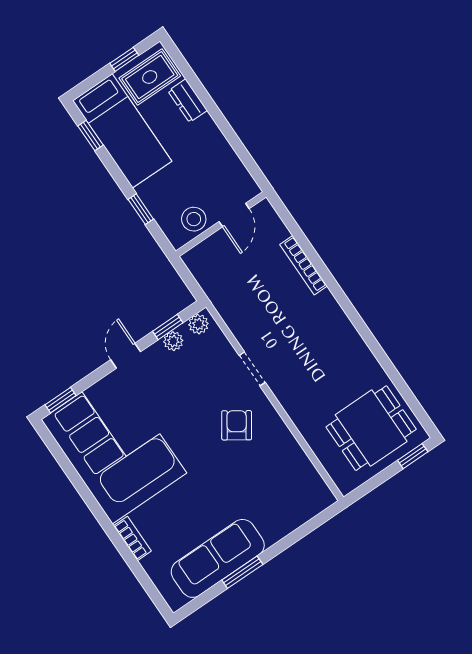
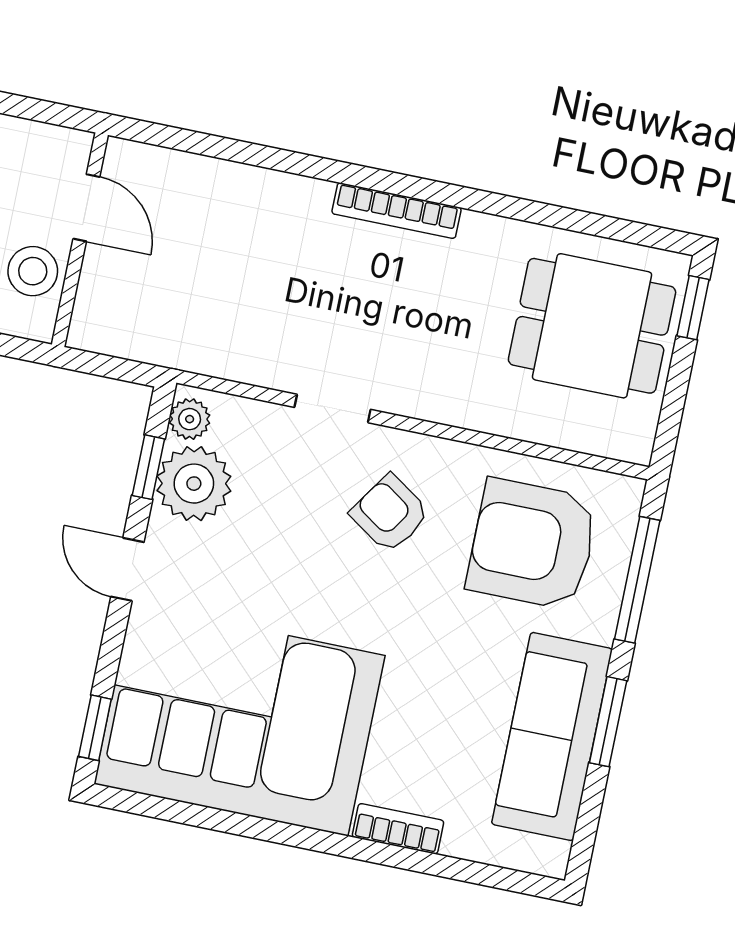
bookcase: (303, 265) -> (397, 211), moved
plant: (173, 341) -> (194, 484), width x1.88, depth x1.88
dining table: (371, 428) -> (592, 326), turned 90
armchair: (276, 484) -> (532, 544), added
window: (301, 532) -> (637, 580), added

